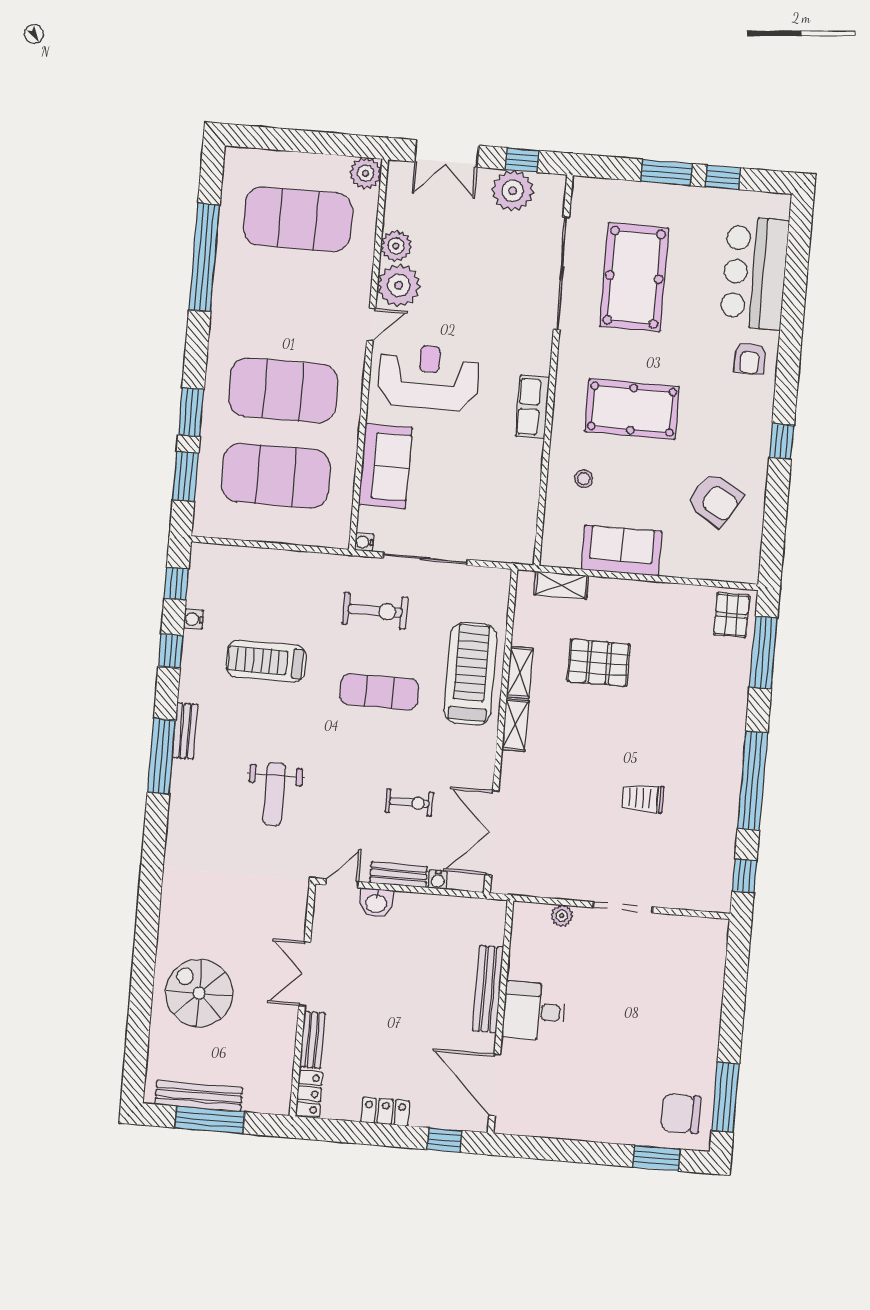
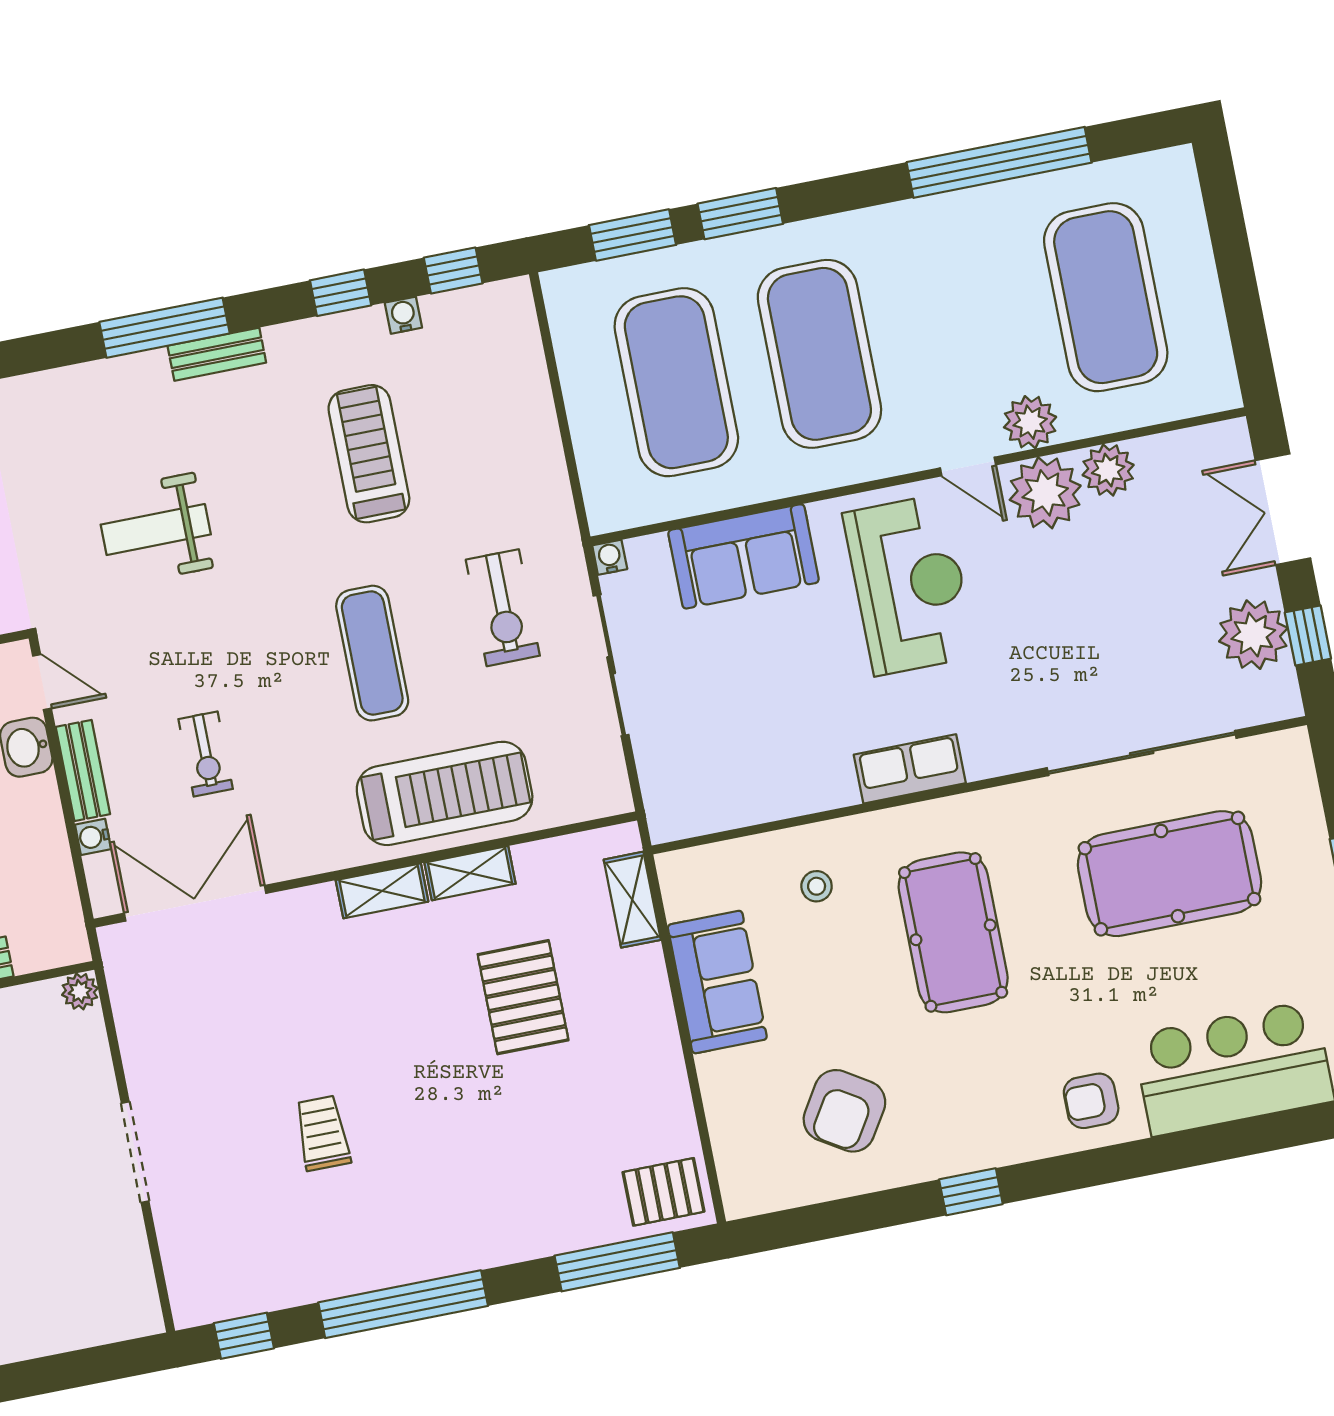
plant: (366, 173) -> (1030, 422), moved
plant: (562, 916) -> (80, 991), moved

